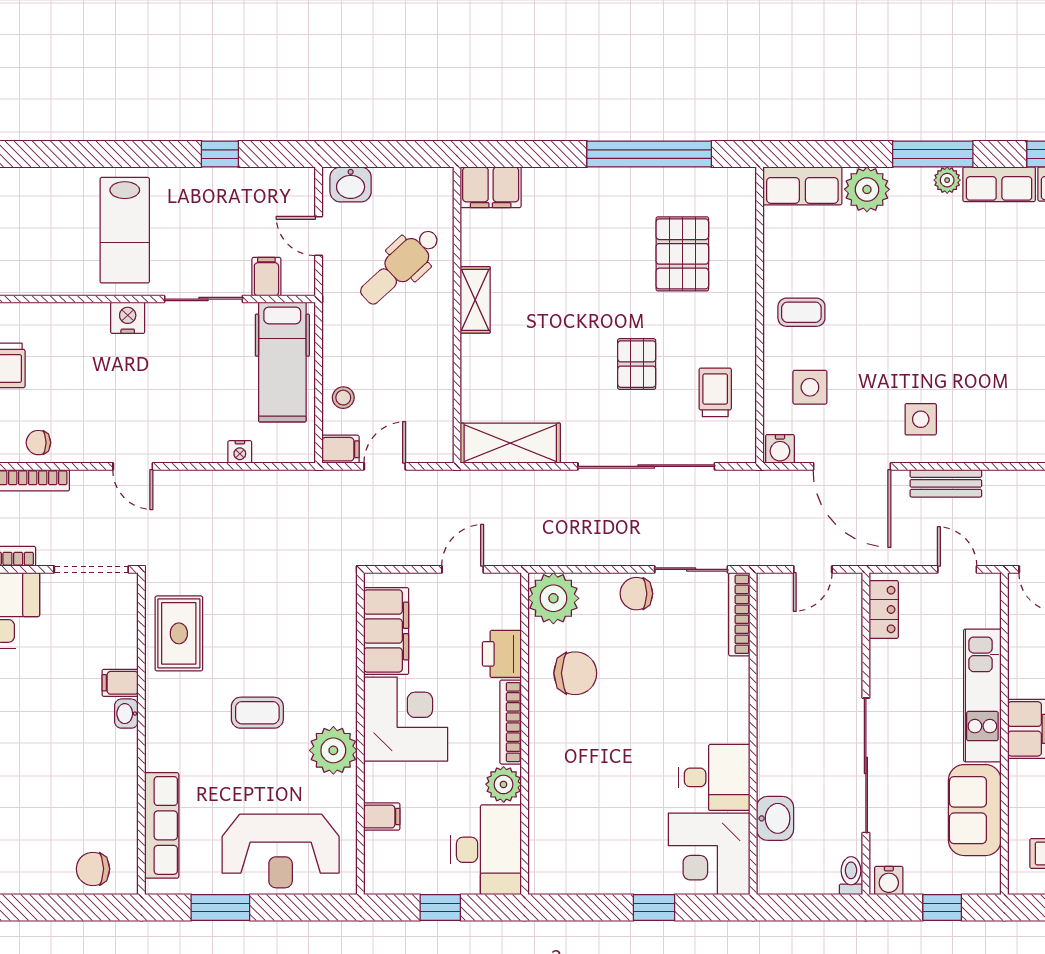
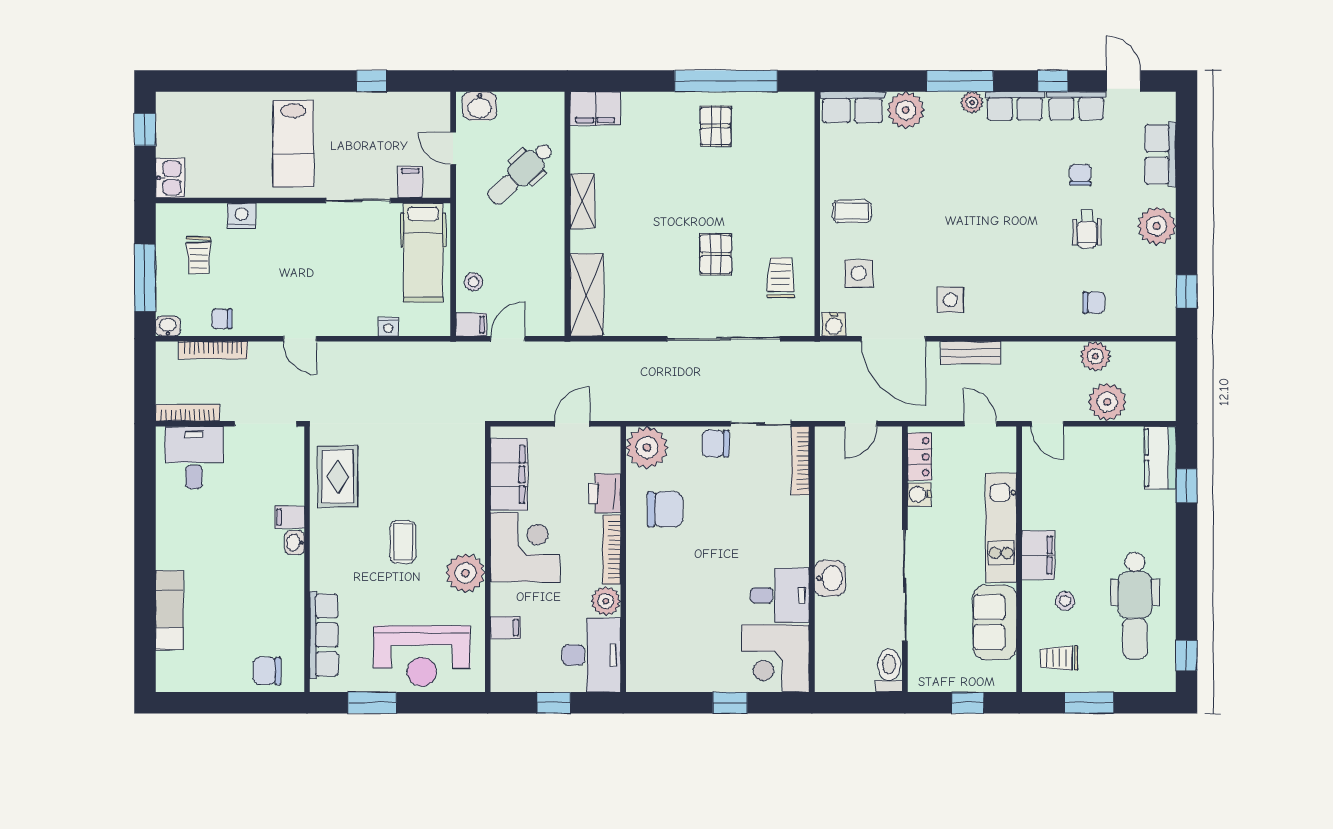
pallet: (682, 254) -> (716, 126), moved, width x0.67, depth x0.71
nightstand: (128, 318) -> (242, 216), moved
shelving: (510, 443) -> (587, 295), moved, turned 90
coffee table: (257, 713) -> (403, 542), turned 90
washbasin: (775, 818) -> (830, 578), moved
toilet: (851, 876) -> (889, 670), width x1.37, depth x1.39
water cooler: (889, 881) -> (919, 494), moved, turned 90

